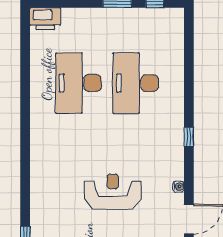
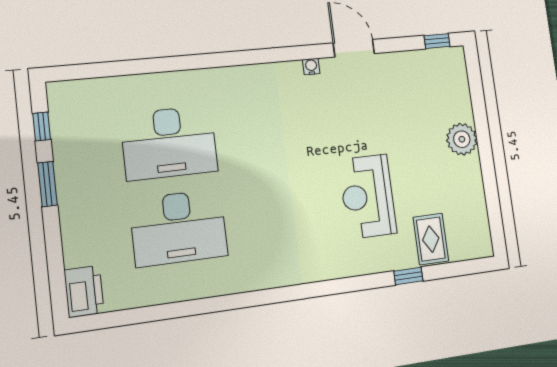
window: (189, 137) -> (239, 58), removed
reception desk: (113, 192) -> (368, 196), moved

